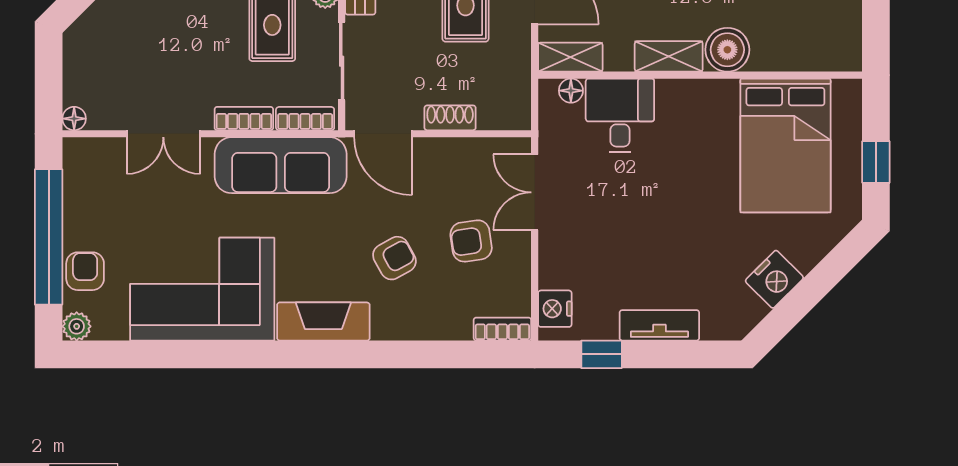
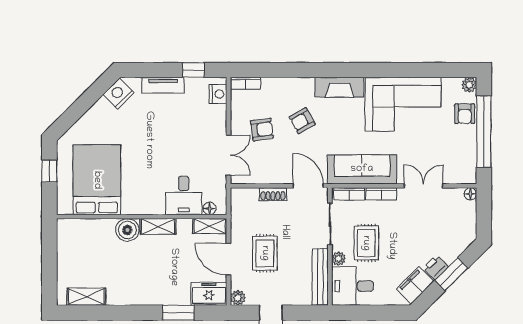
nightstand: (774, 279) -> (118, 94), moved

